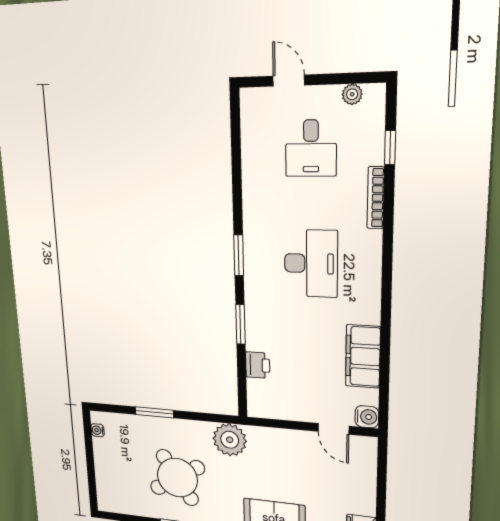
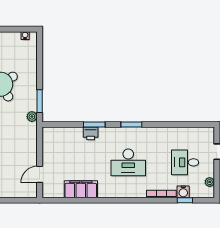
printer: (258, 365) -> (91, 133), moved
window: (154, 412) -> (40, 101), moved
water cooler: (367, 417) -> (183, 192), moved
plant: (230, 440) -> (32, 117), width x0.53, depth x0.53

